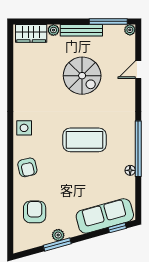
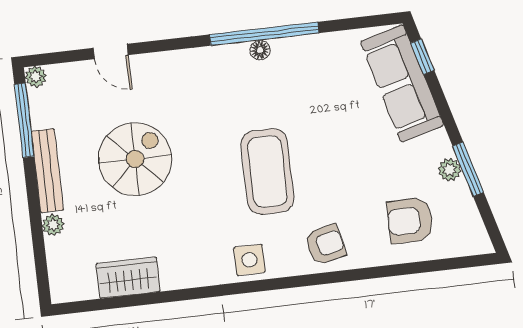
wardrobe: (31, 33) -> (128, 278), moved, turned -90
coffee table: (84, 140) -> (267, 172), moved
floor lamp: (130, 170) -> (260, 50), moved

